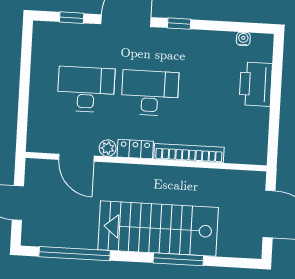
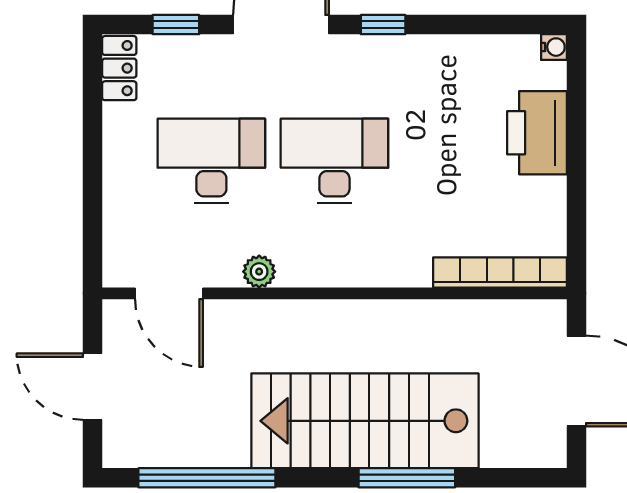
water cooler: (243, 39) -> (554, 47), moved, turned 90
locker: (135, 149) -> (119, 68), moved, turned 90
bookcase: (189, 153) -> (500, 272), moved
door: (76, 158) -> (169, 293), moved

